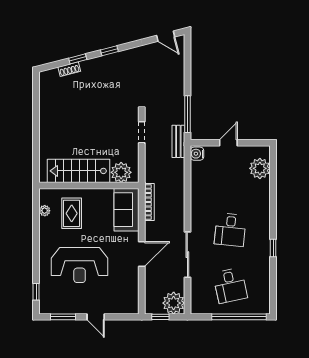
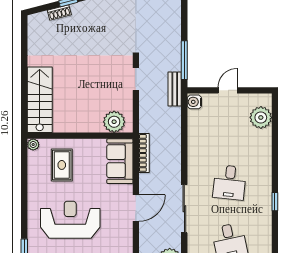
stairs: (79, 171) -> (40, 100), moved, turned 90
plant: (45, 211) -> (33, 145), moved
reception desk: (80, 265) -> (70, 220), turned 180

